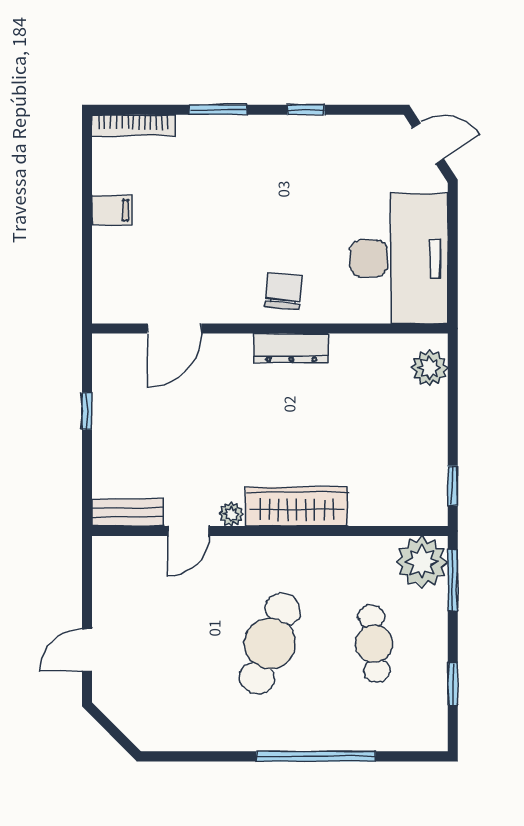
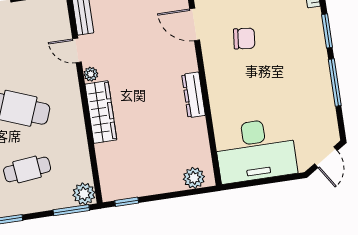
window: (306, 110) -> (335, 82), width x2.17
chair: (284, 291) -> (244, 39), moved
plant: (422, 562) -> (84, 194), width x0.73, depth x0.73

